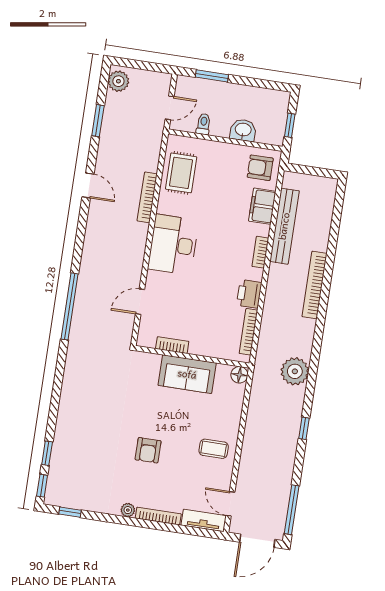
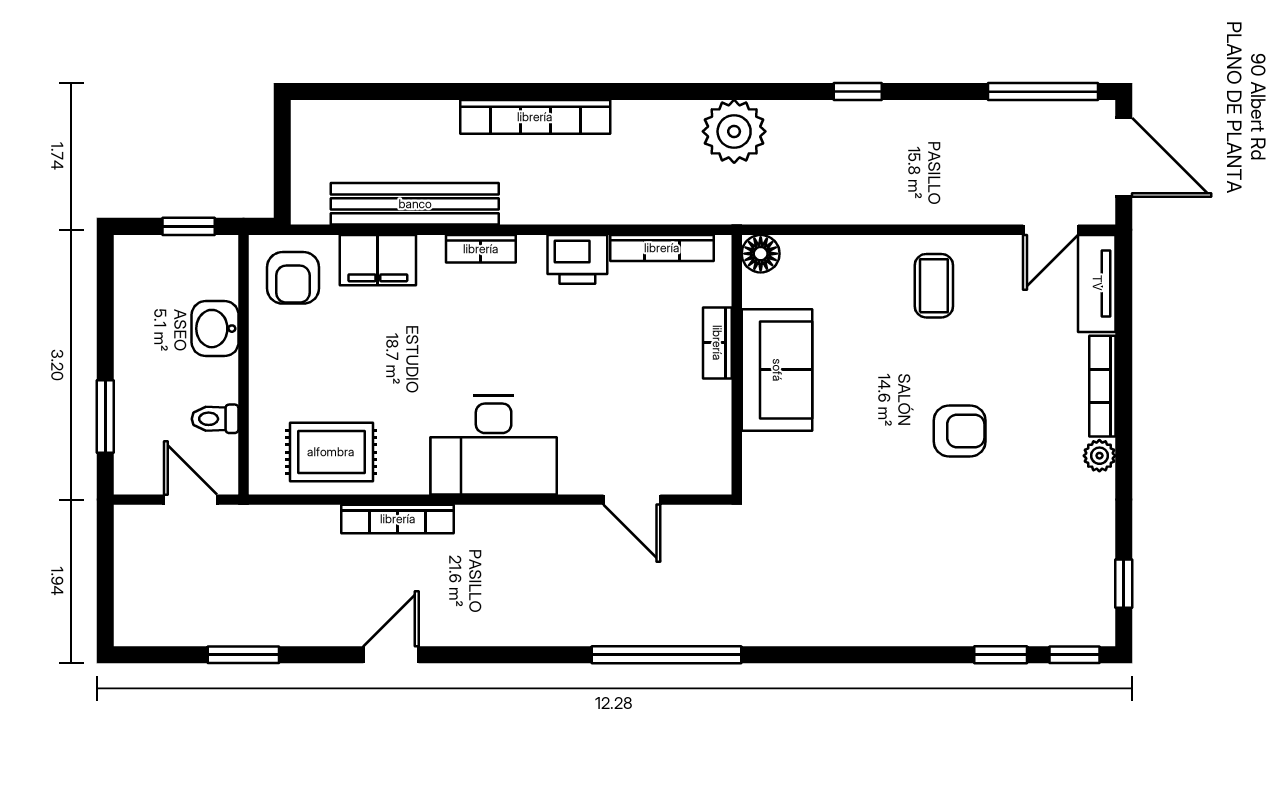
plant: (118, 81) -> (149, 623), removed
bookcase: (172, 345) -> (717, 343), moved

